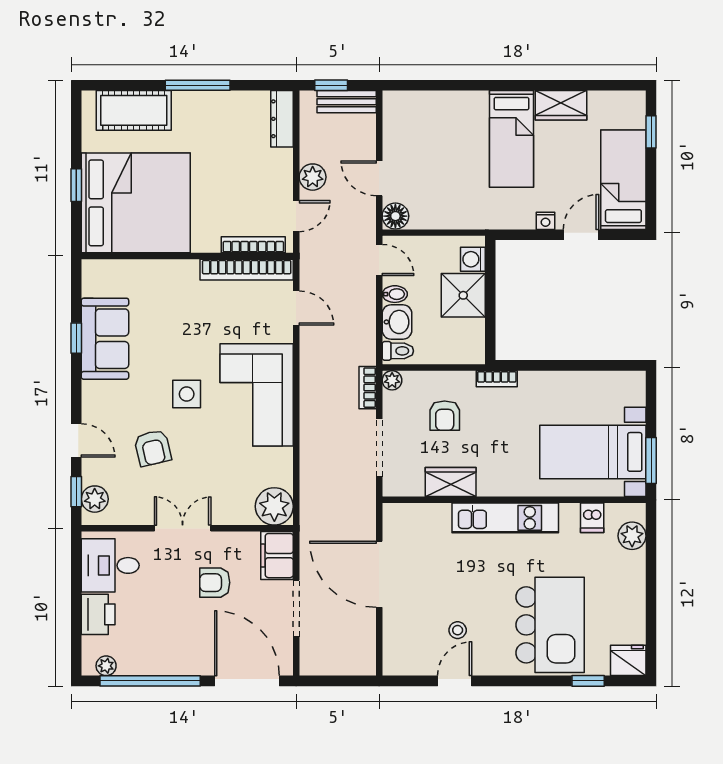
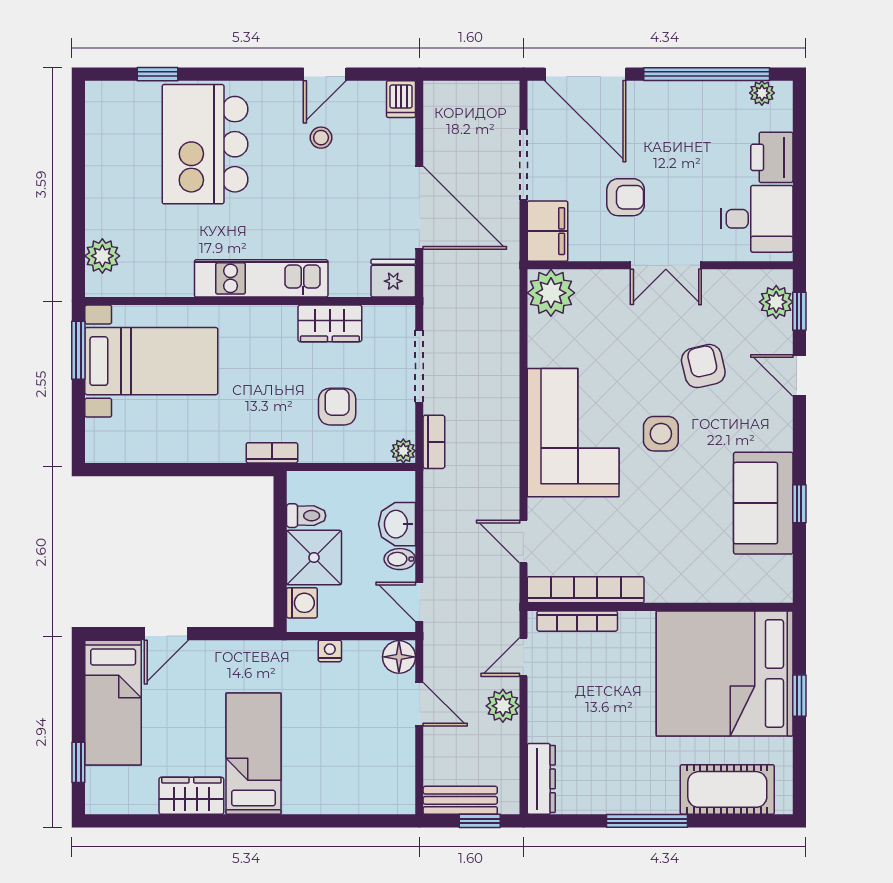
nightstand: (546, 221) -> (330, 651), moved
toilet: (398, 351) -> (306, 516), moved, turned 180
dishwasher: (592, 518) -> (401, 99), moved, turned 180
fridge: (628, 660) -> (393, 278), moved, turned 180

